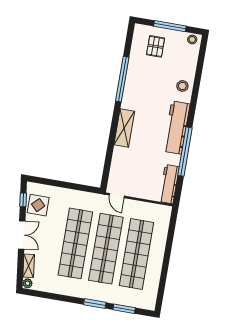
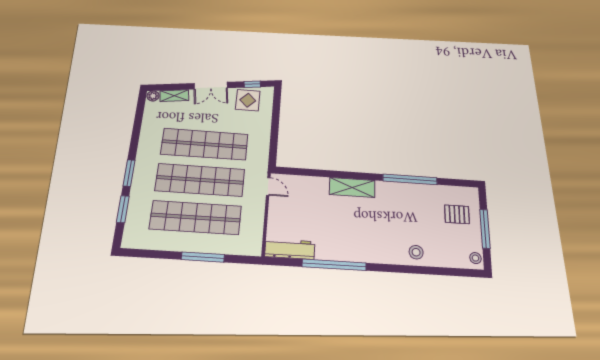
workbench: (177, 128) -> (363, 251), removed
door: (117, 196) -> (268, 186), swing flipped
window: (168, 250) -> (203, 257), added

